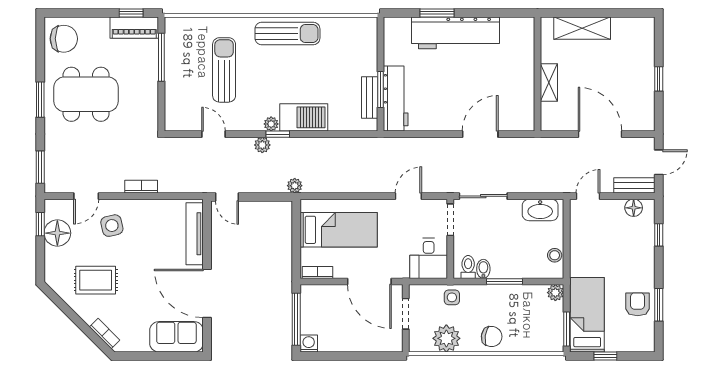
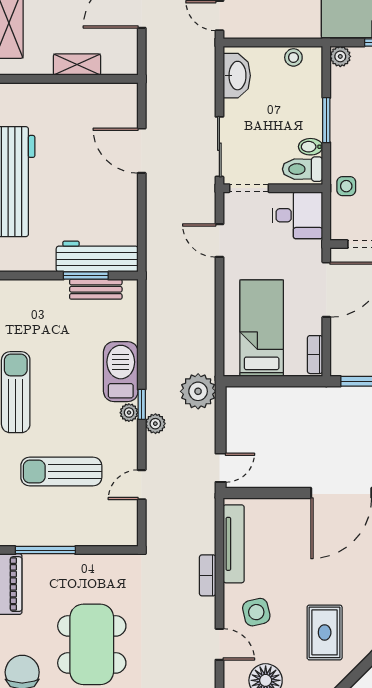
plant: (295, 186) -> (198, 391), width x1.88, depth x1.88
tv unit: (195, 234) -> (234, 544), moved, turned -90
toilet: (468, 267) -> (303, 169), width x1.37, depth x1.39

